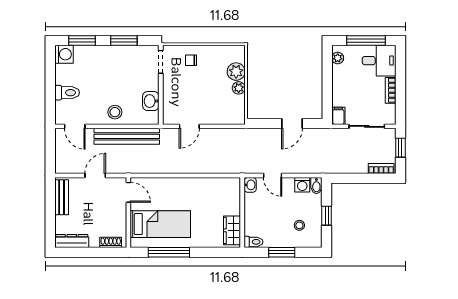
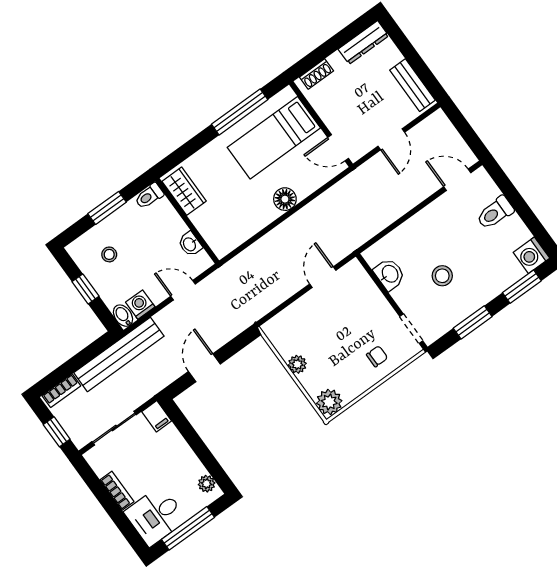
plant: (236, 72) -> (329, 402), moved
stool: (115, 112) -> (442, 276), moved
bench: (127, 136) -> (119, 354), moved
floor lamp: (179, 185) -> (285, 199), added
washbasin: (250, 185) -> (190, 244), moved

